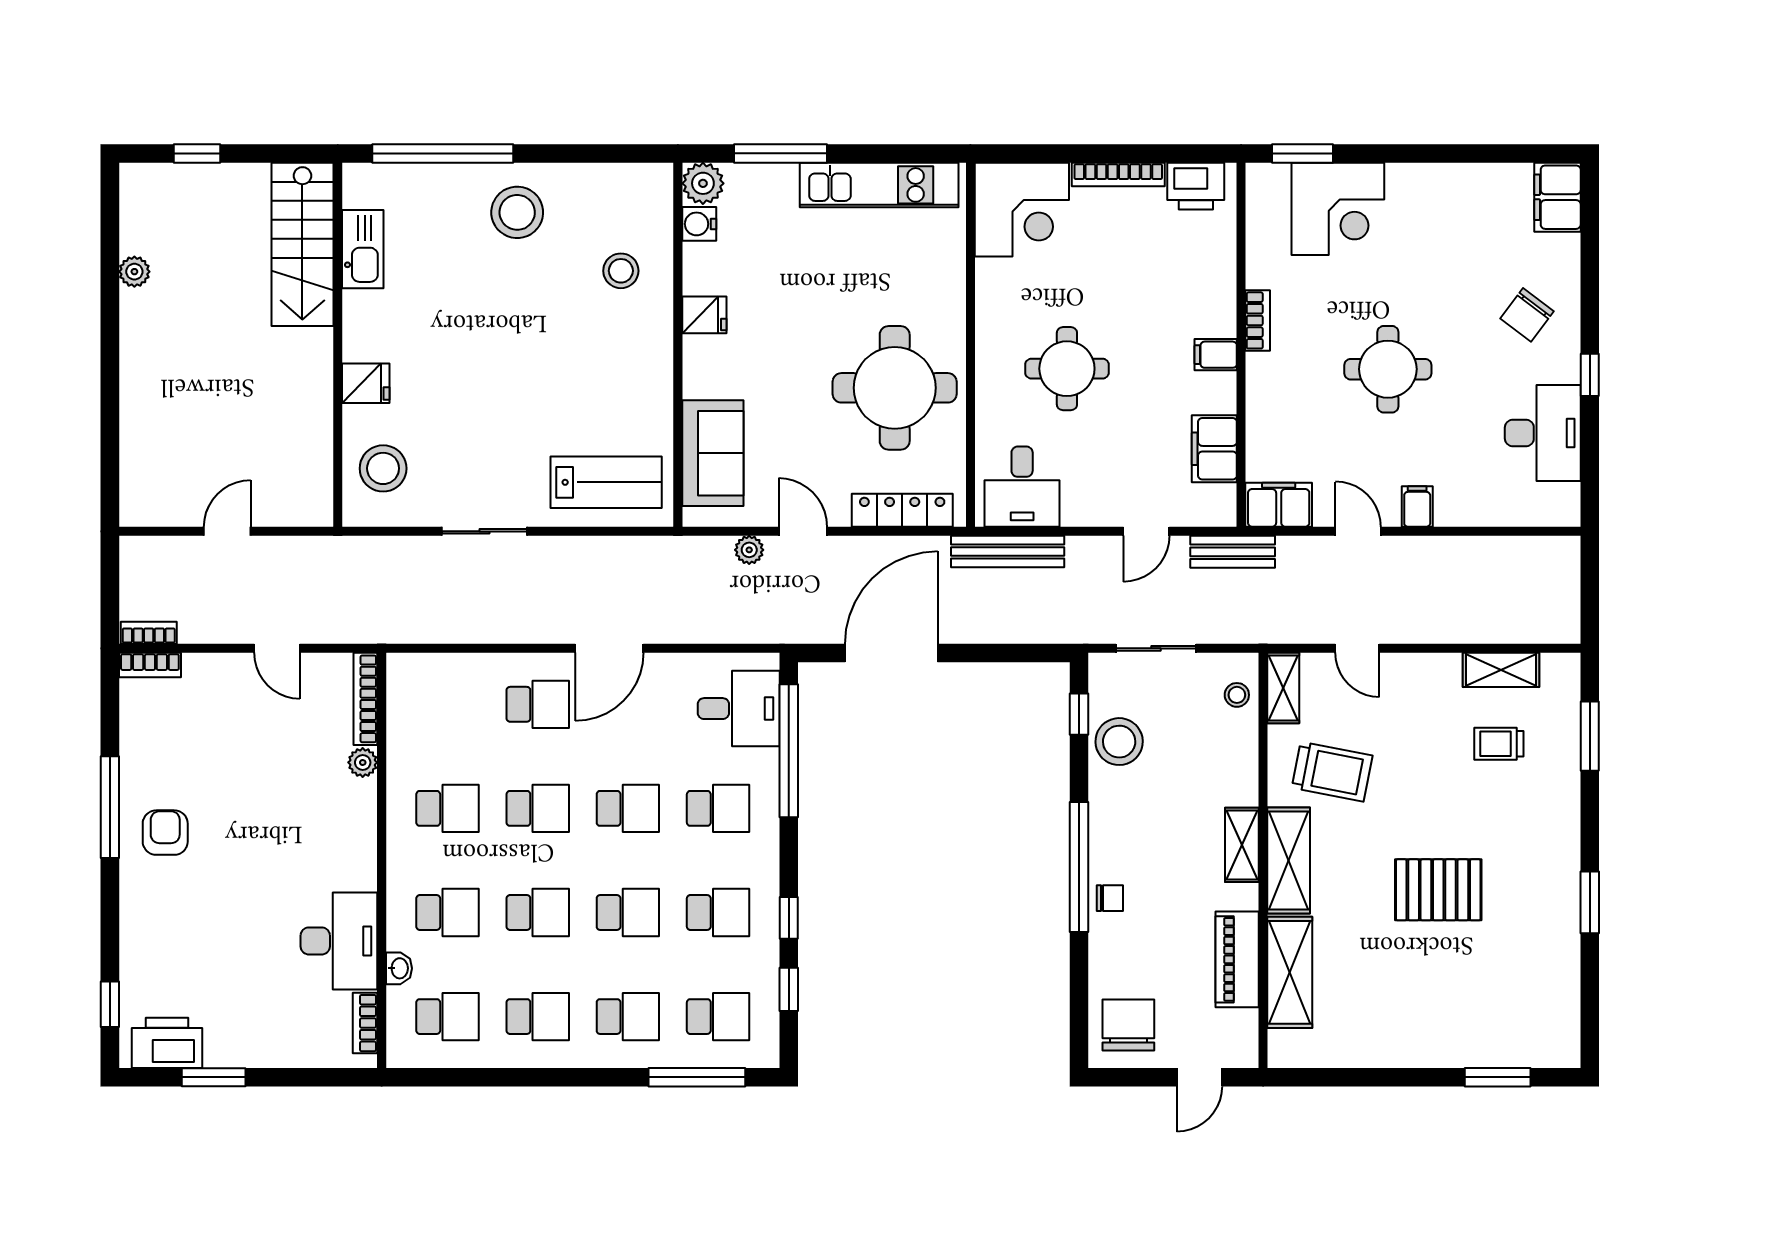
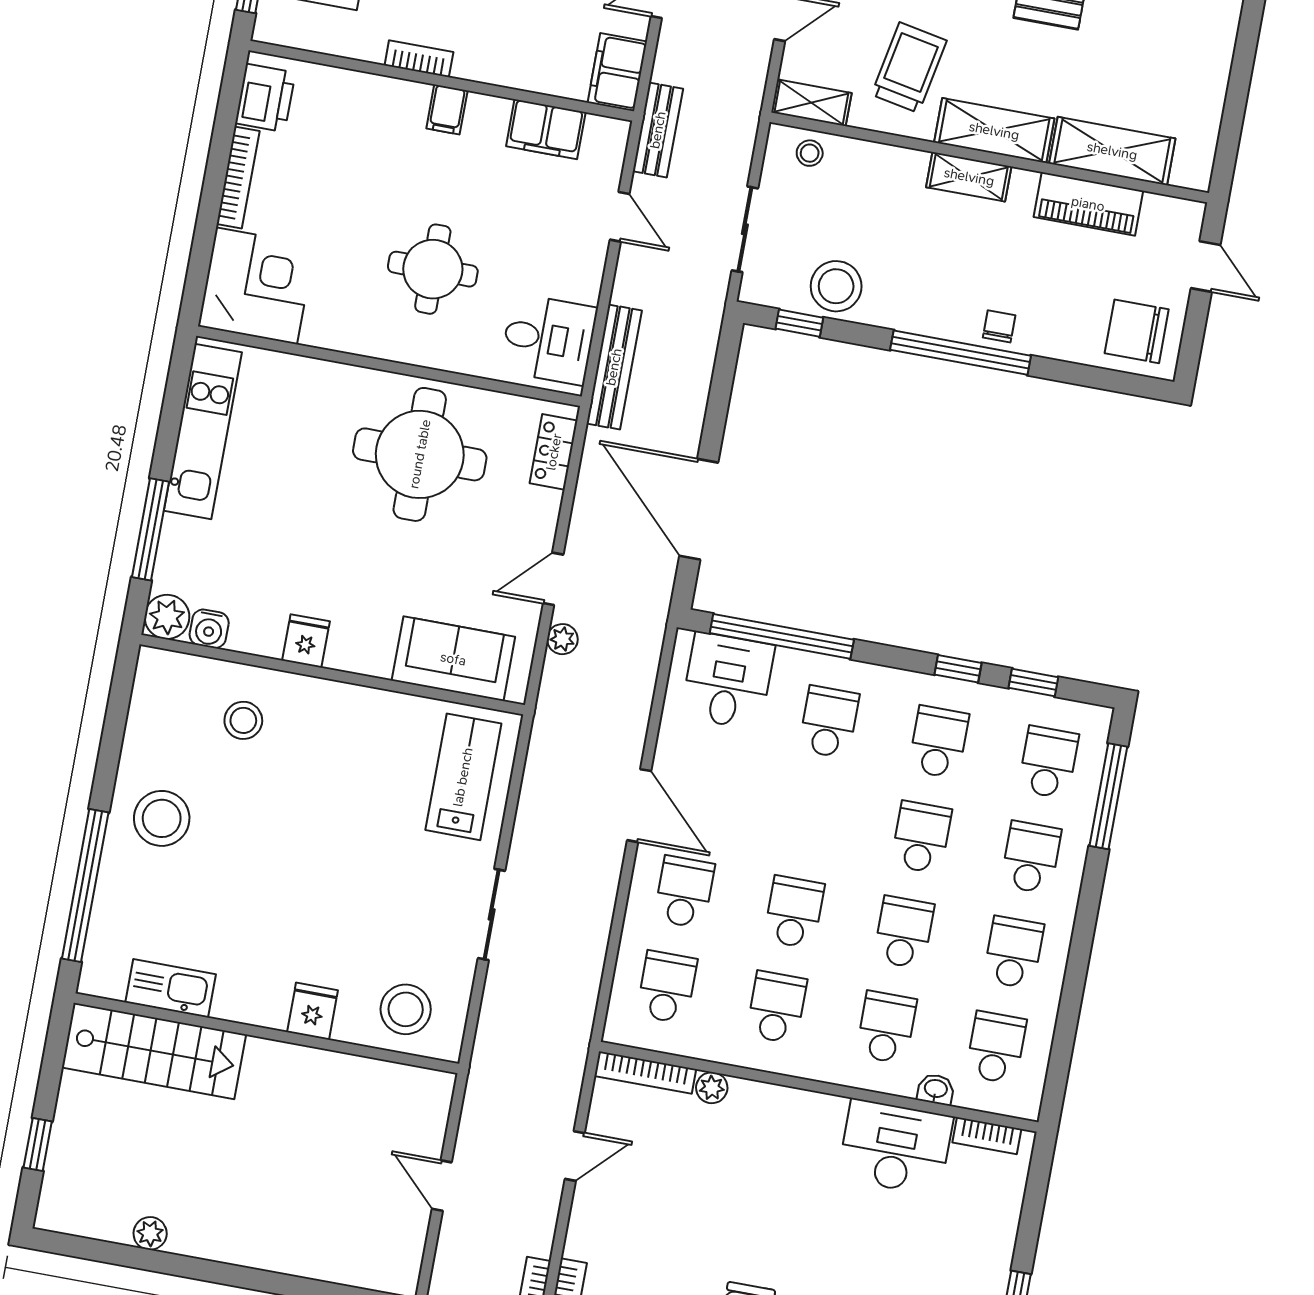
locker: (902, 510) -> (554, 452), width x0.66
school desk: (628, 808) -> (667, 987), moved

